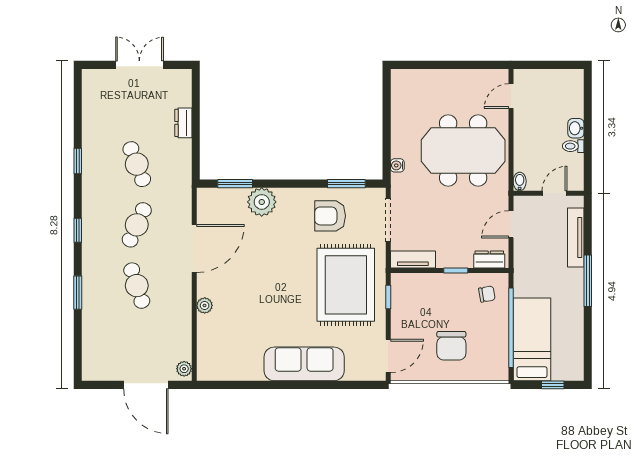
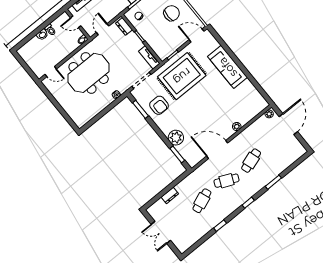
meeting table: (463, 151) -> (89, 73), turned 90
door: (511, 224) -> (103, 29), swing flipped

